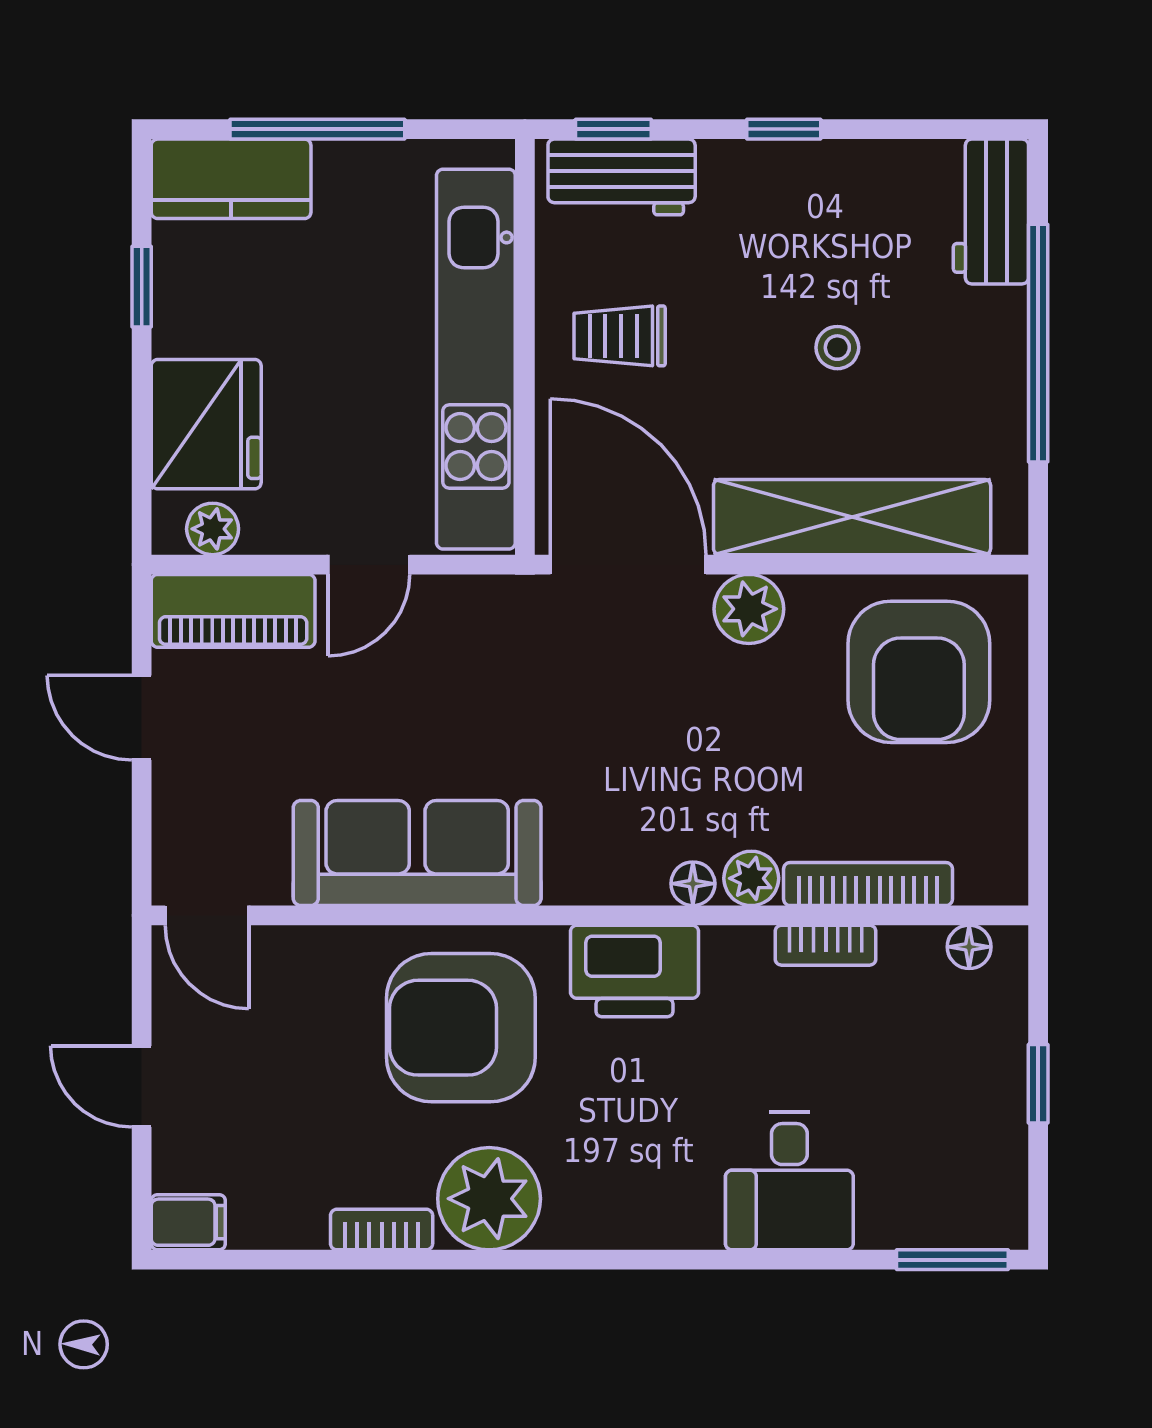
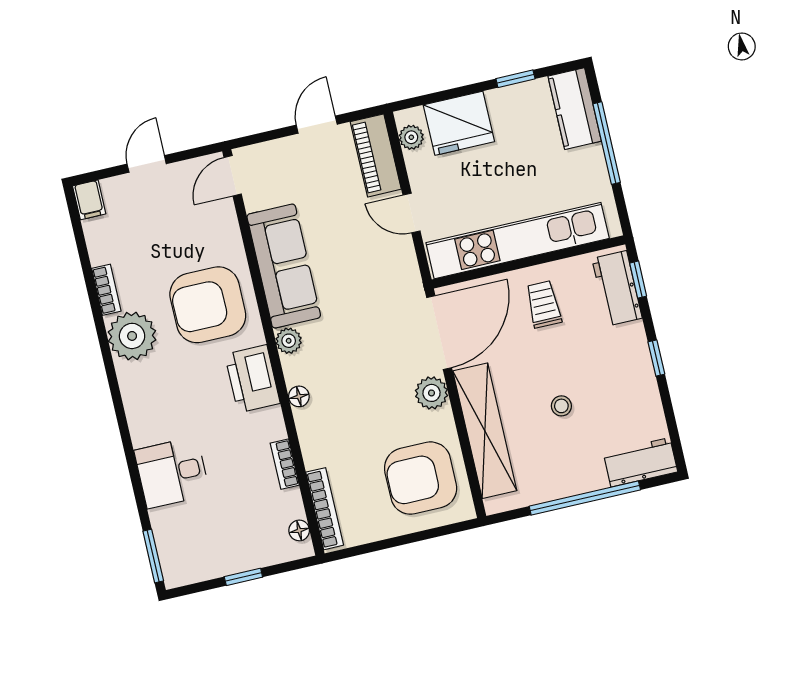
plant: (751, 878) -> (289, 341), moved
bookcase: (868, 884) -> (325, 509), moved
armchair: (461, 1028) -> (208, 305), turned -90

